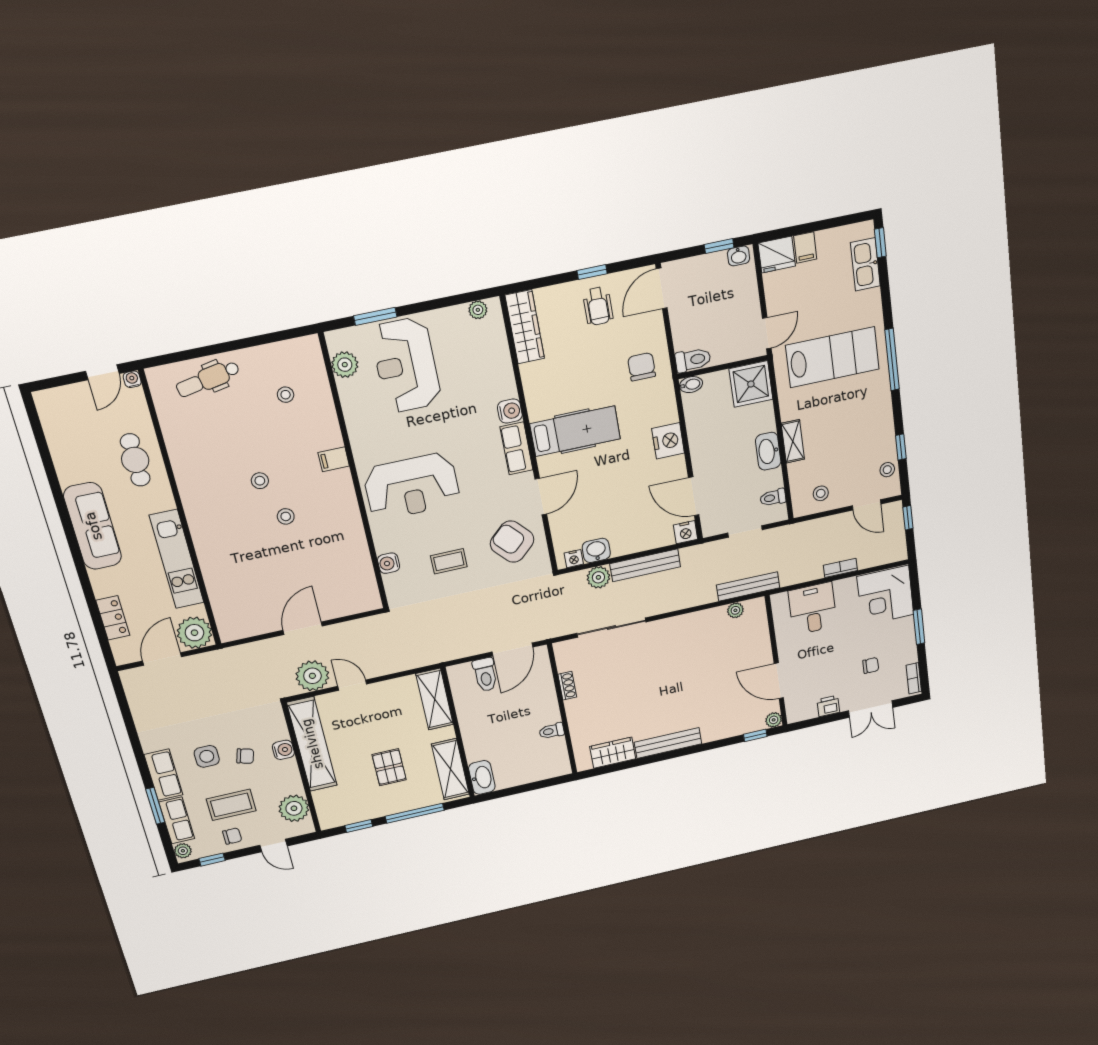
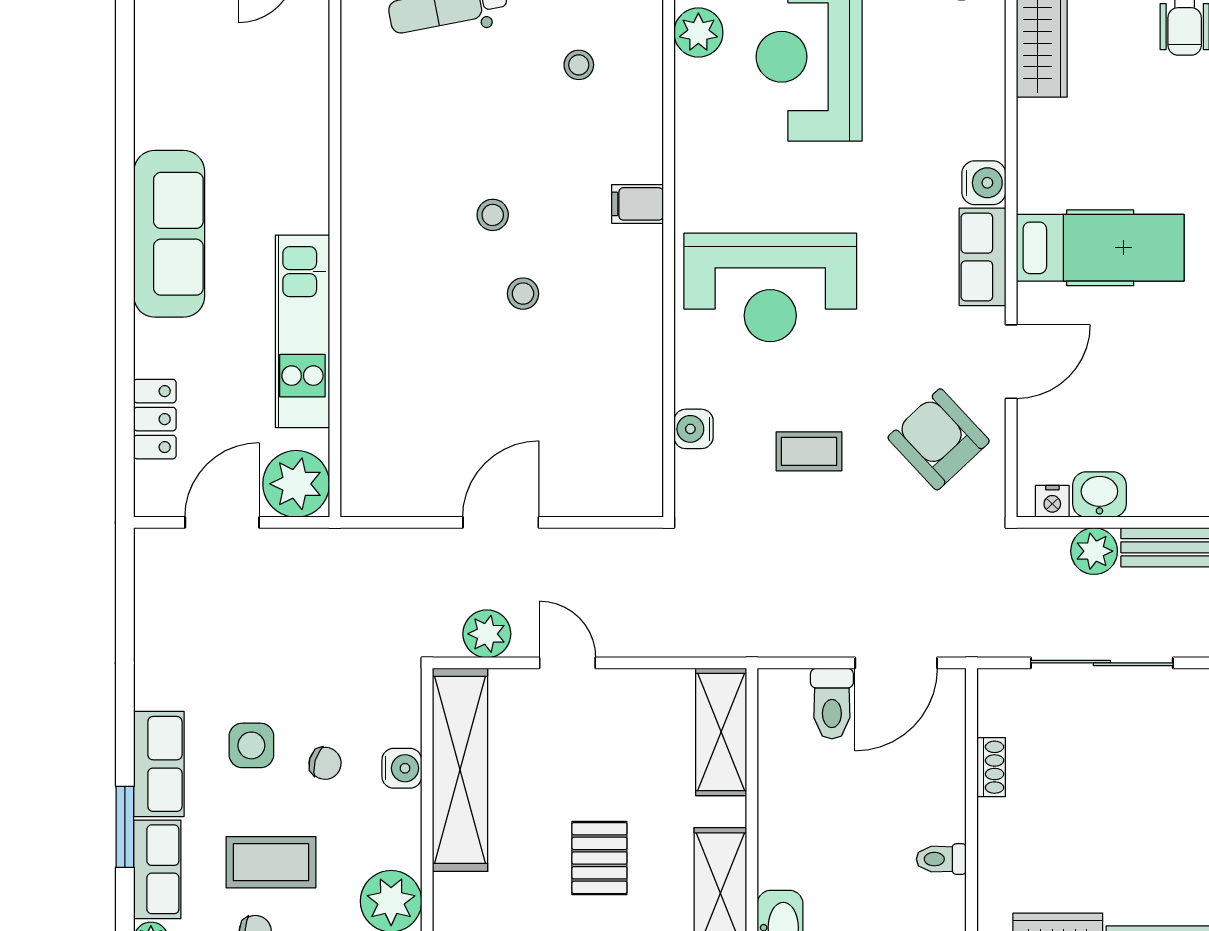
cafe table: (135, 460) -> (280, 127), removed
plant: (312, 676) -> (487, 634), width x0.73, depth x0.73

